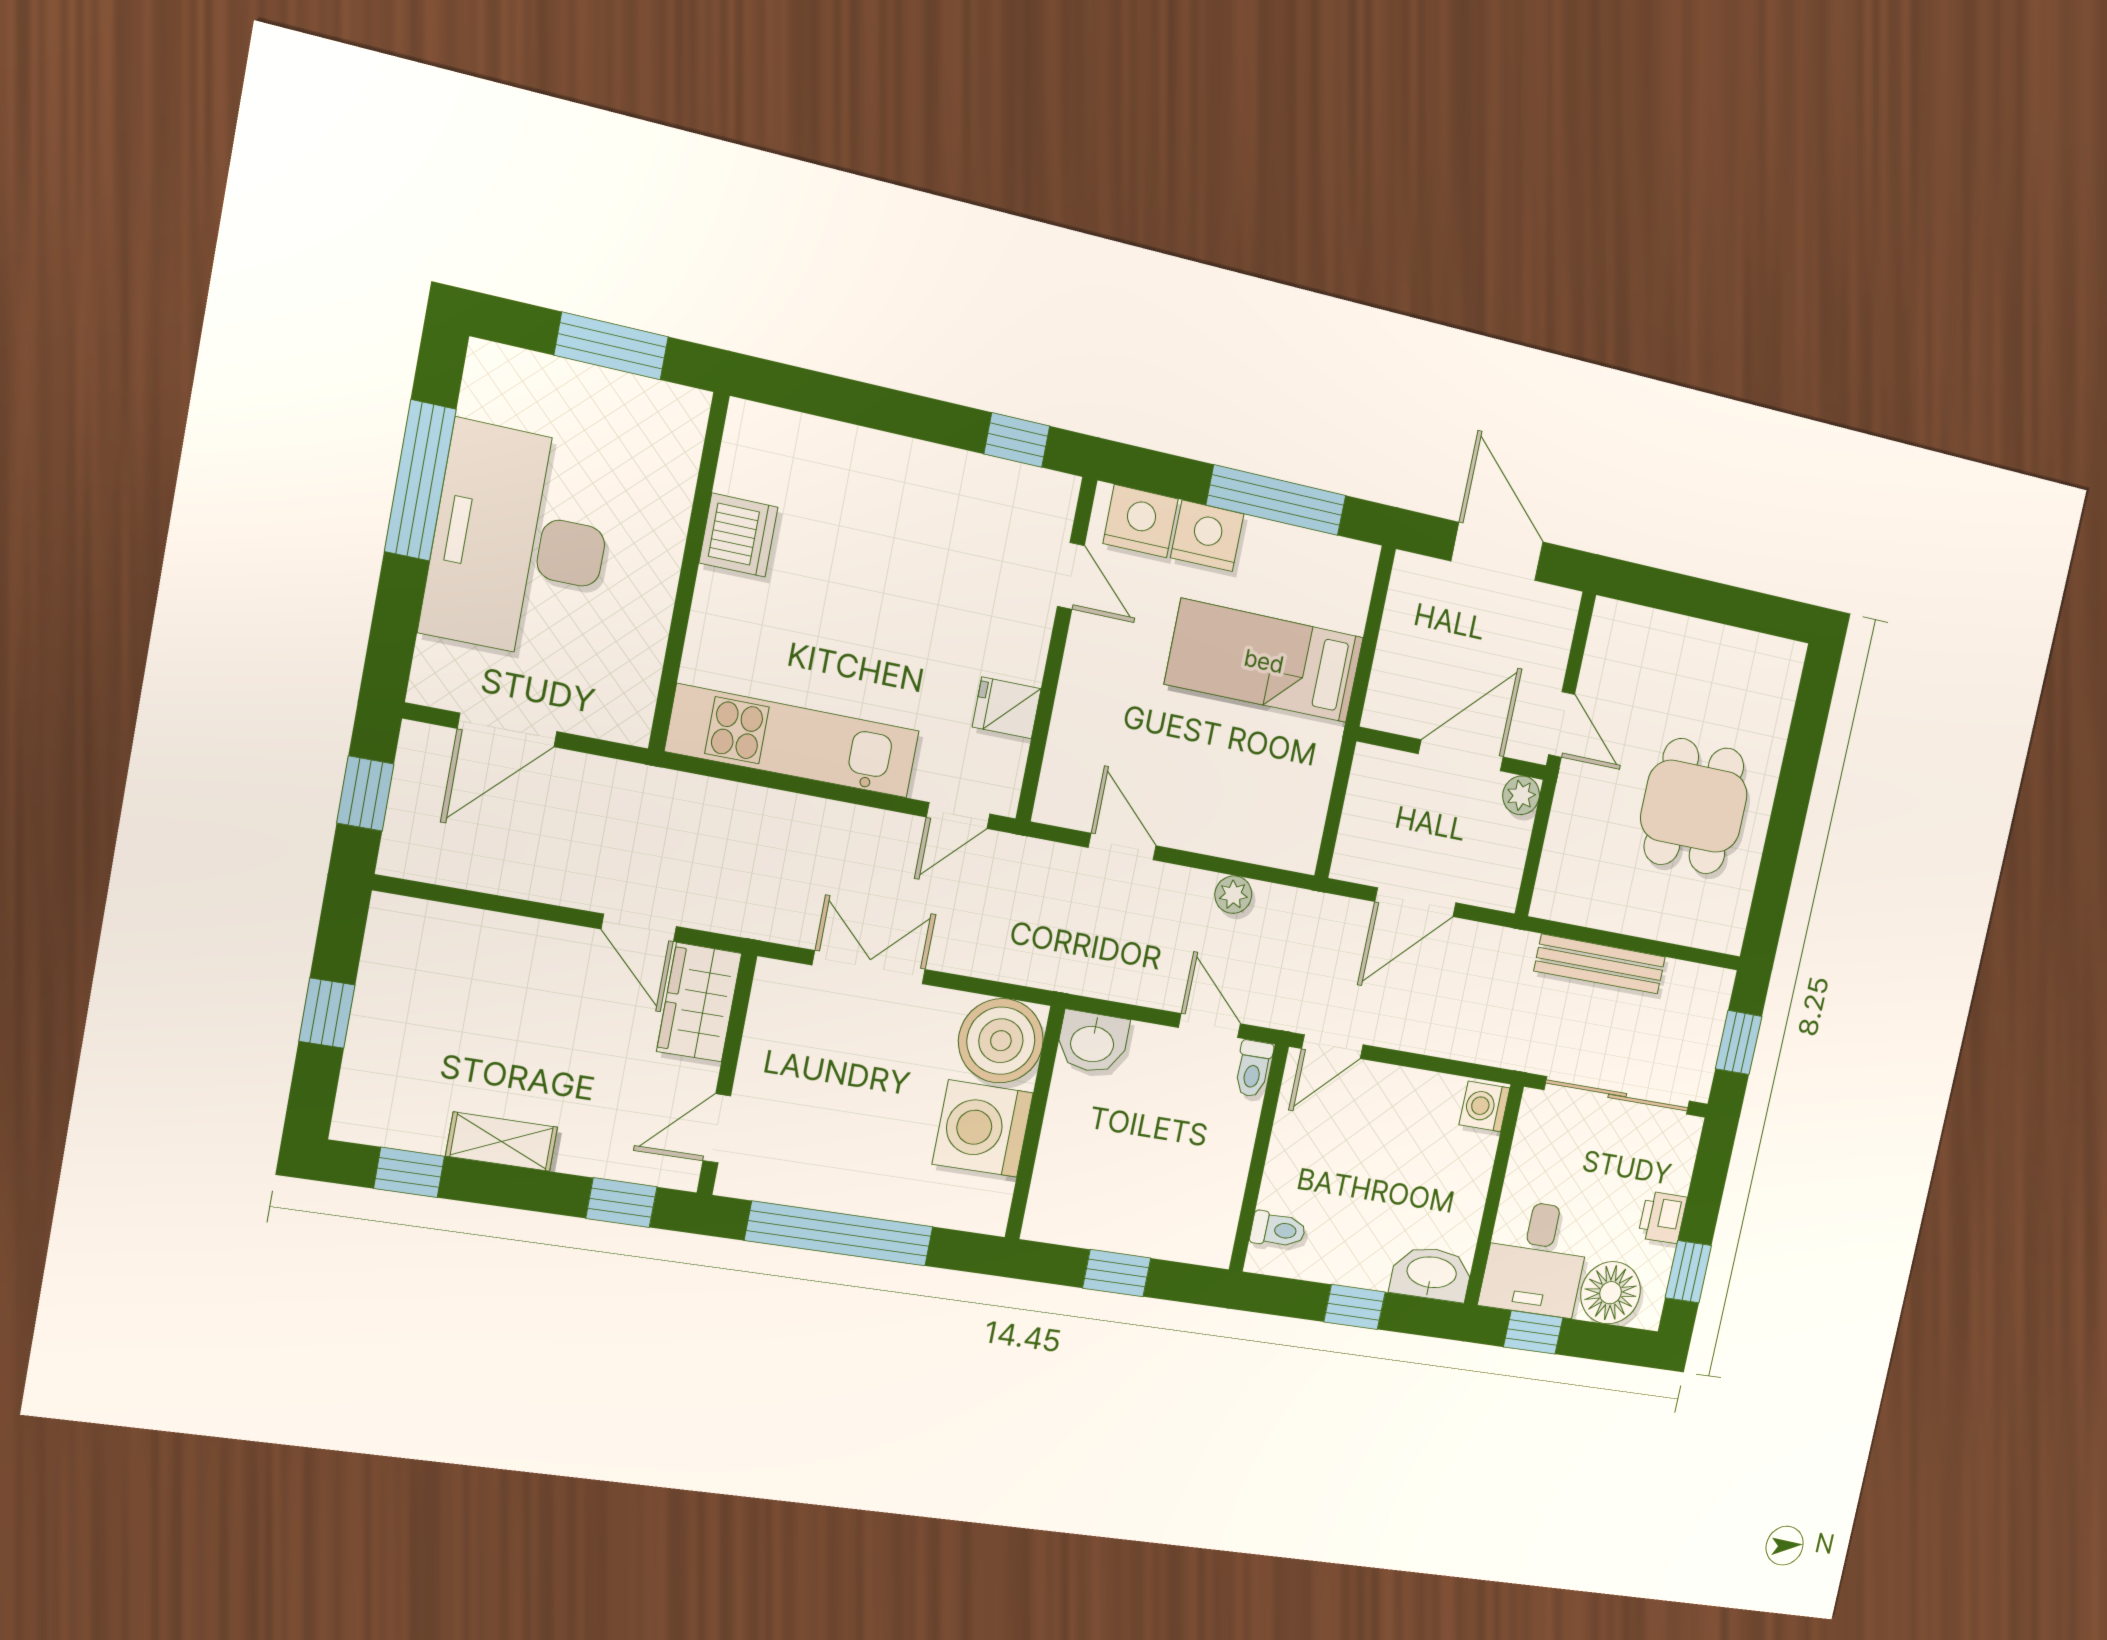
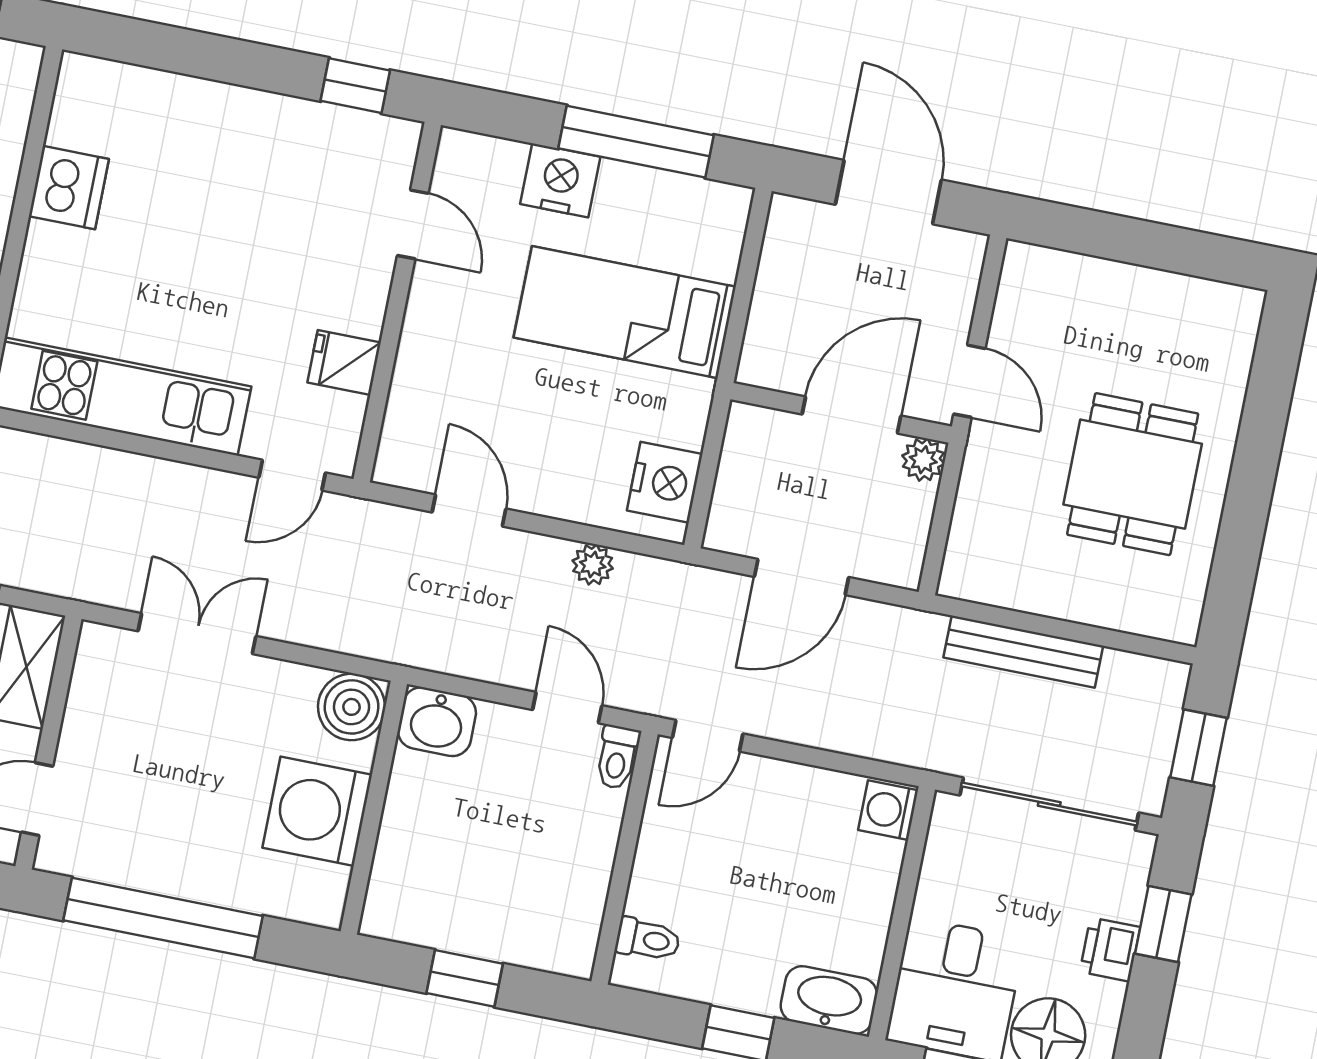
nightstand: (1141, 521) -> (665, 482), moved, turned 90
boiler: (1001, 1041) -> (352, 707), width x0.73, depth x0.73
window: (1688, 1272) -> (1163, 924), moved

